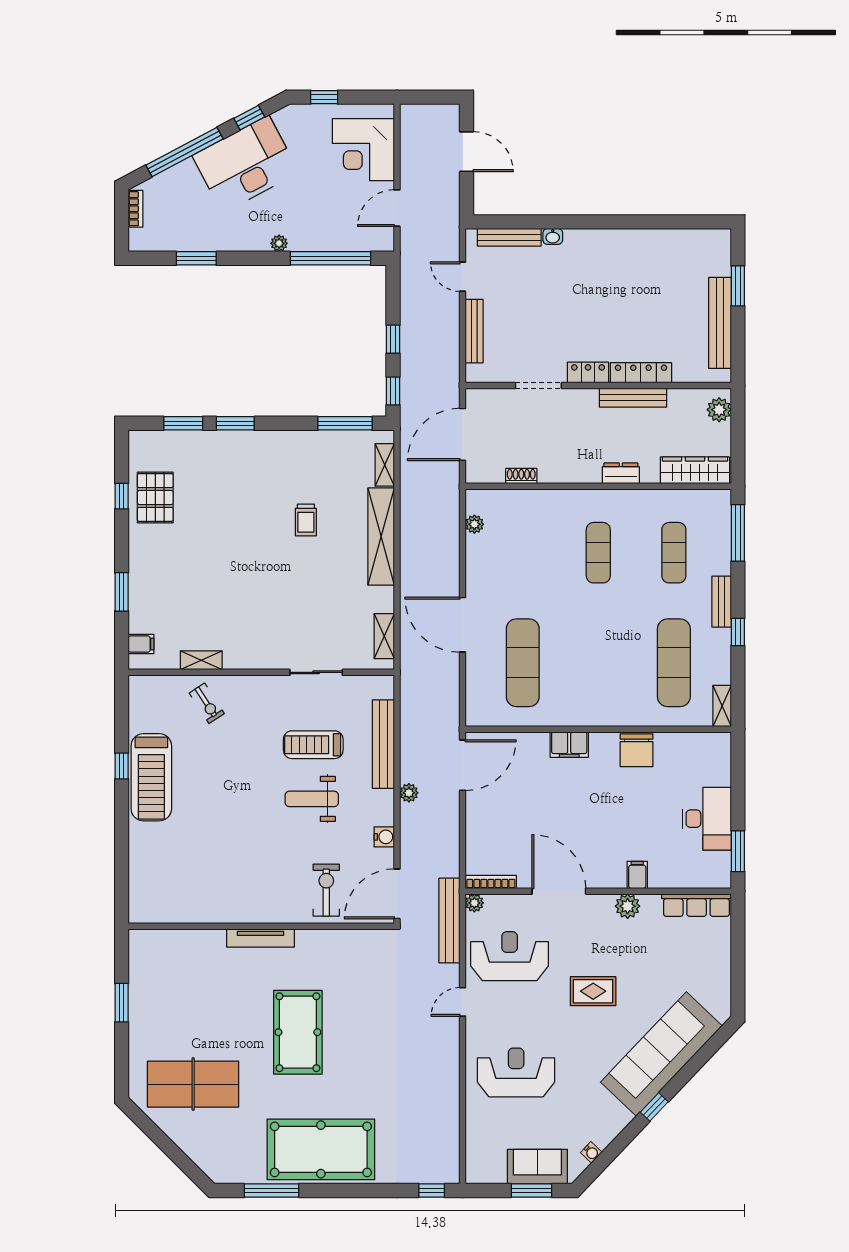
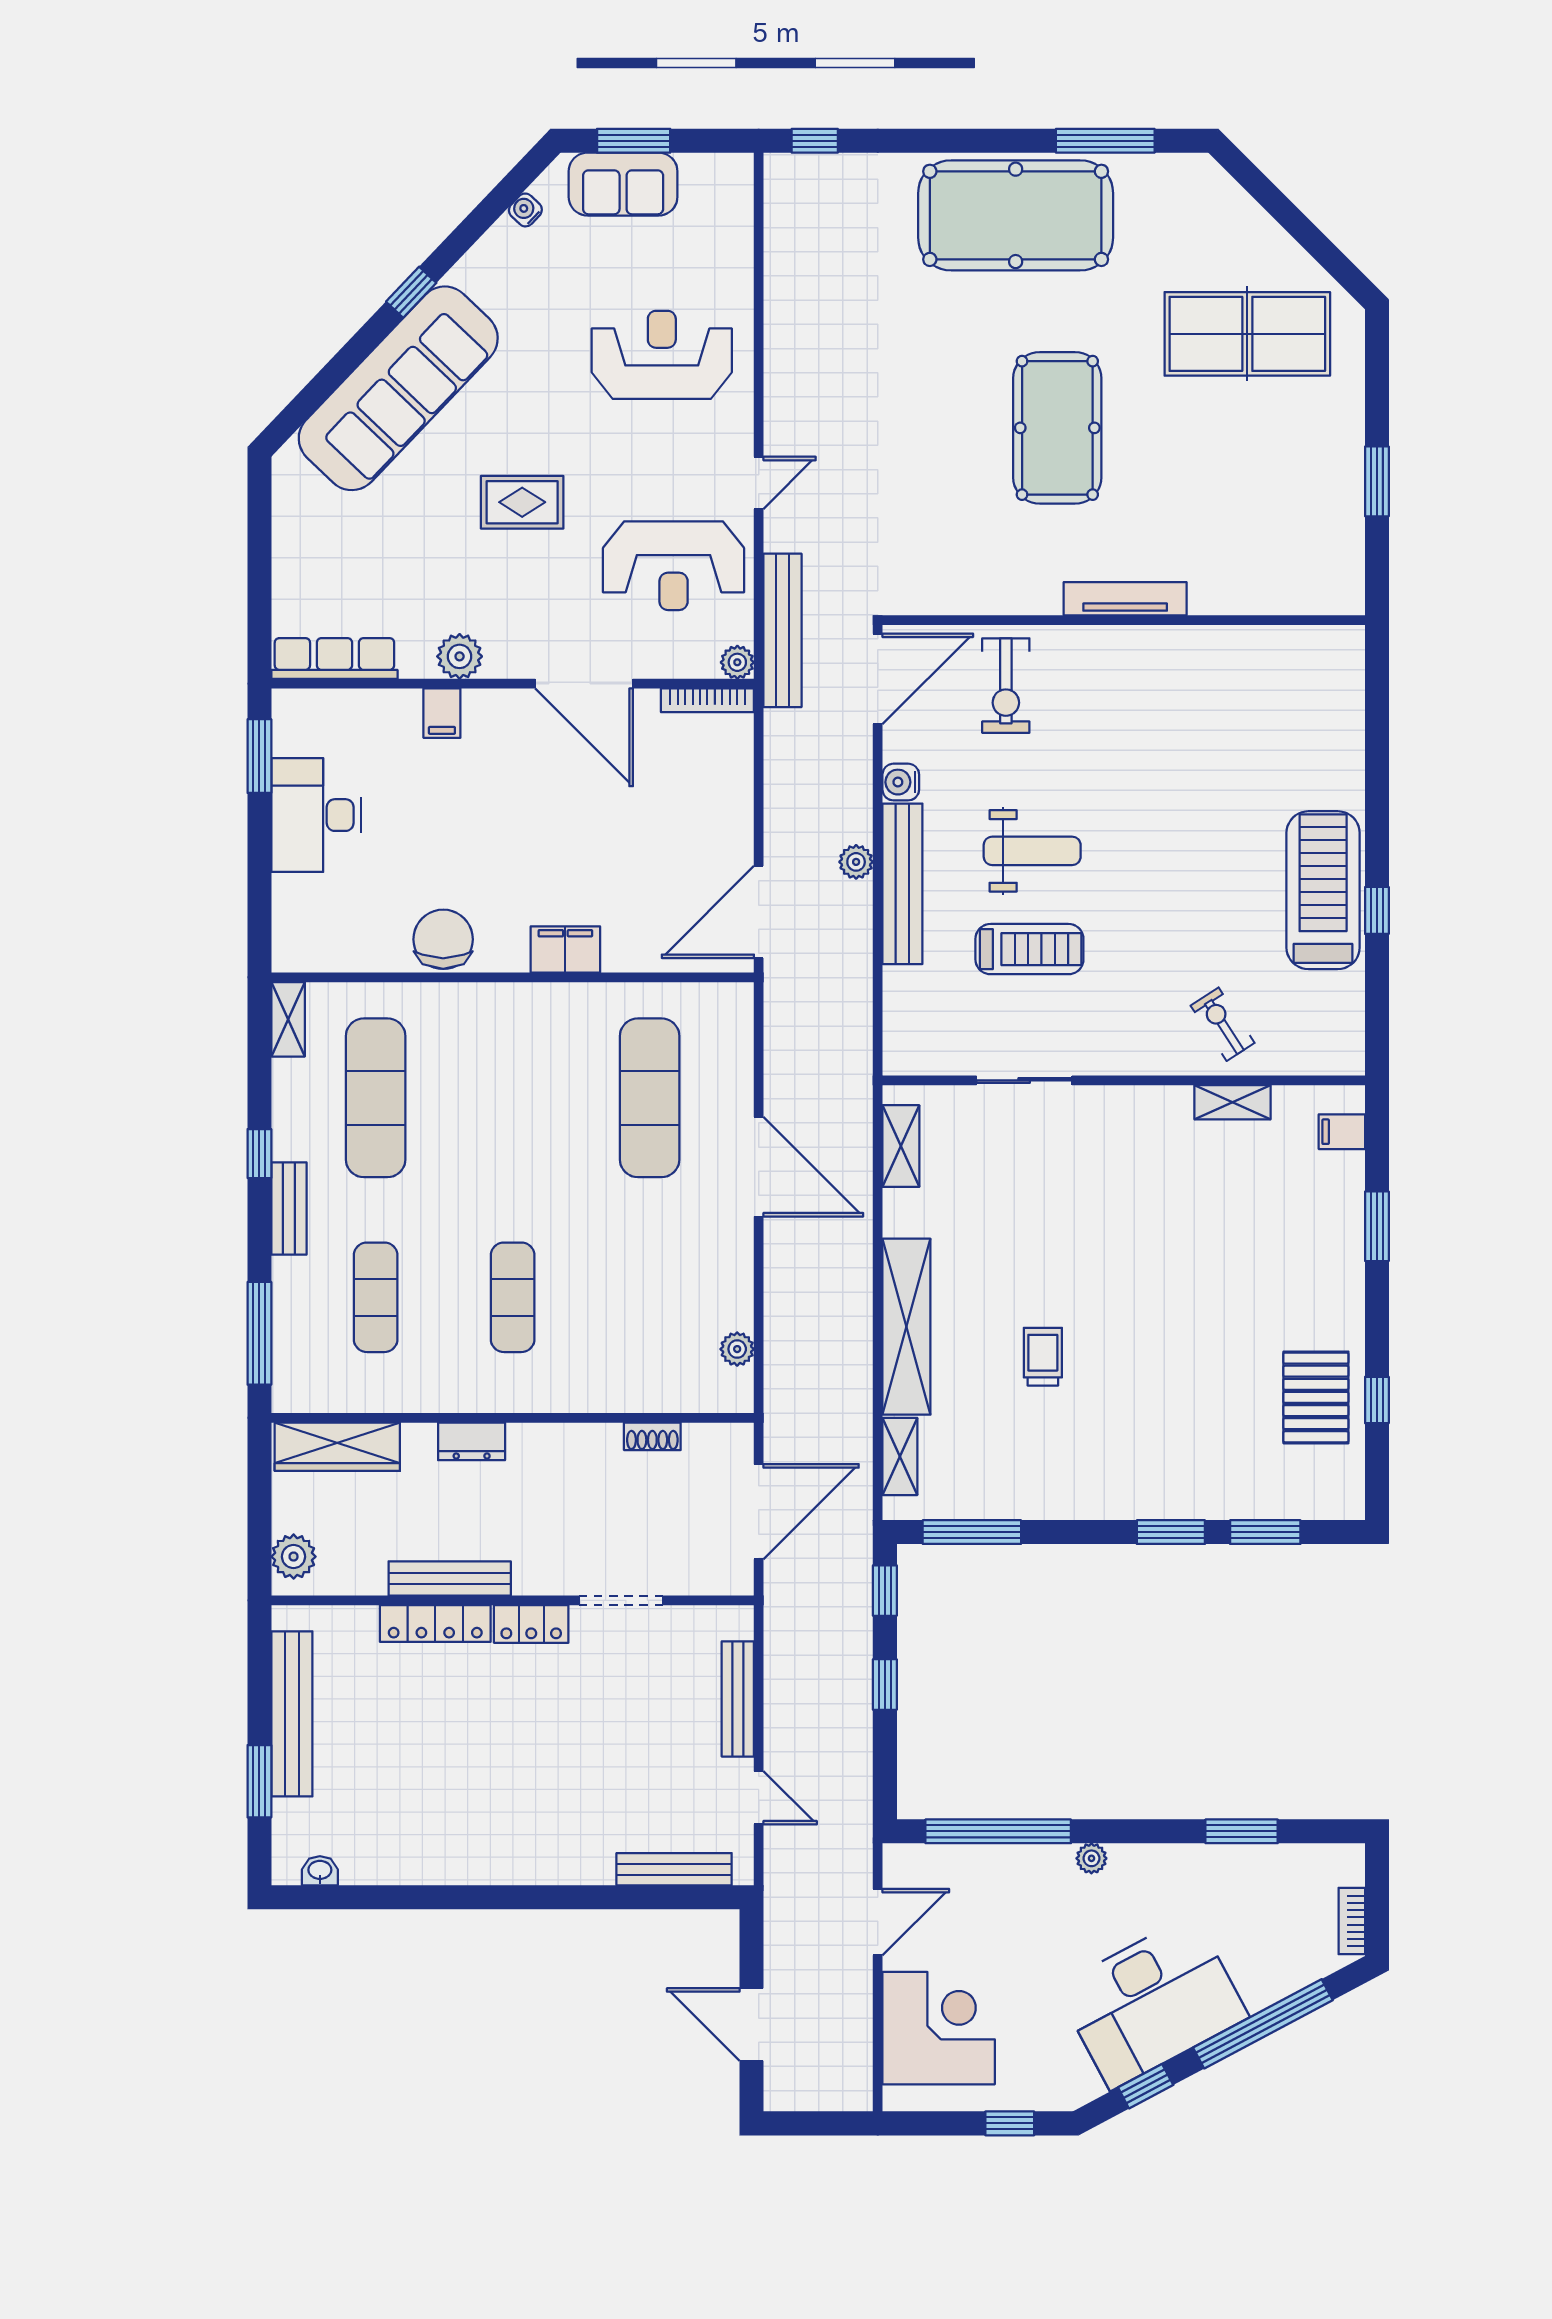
washbasin: (553, 236) -> (320, 1871), moved
bench: (383, 744) -> (902, 884), moved
reception desk: (516, 1072) -> (662, 355), turned 180

